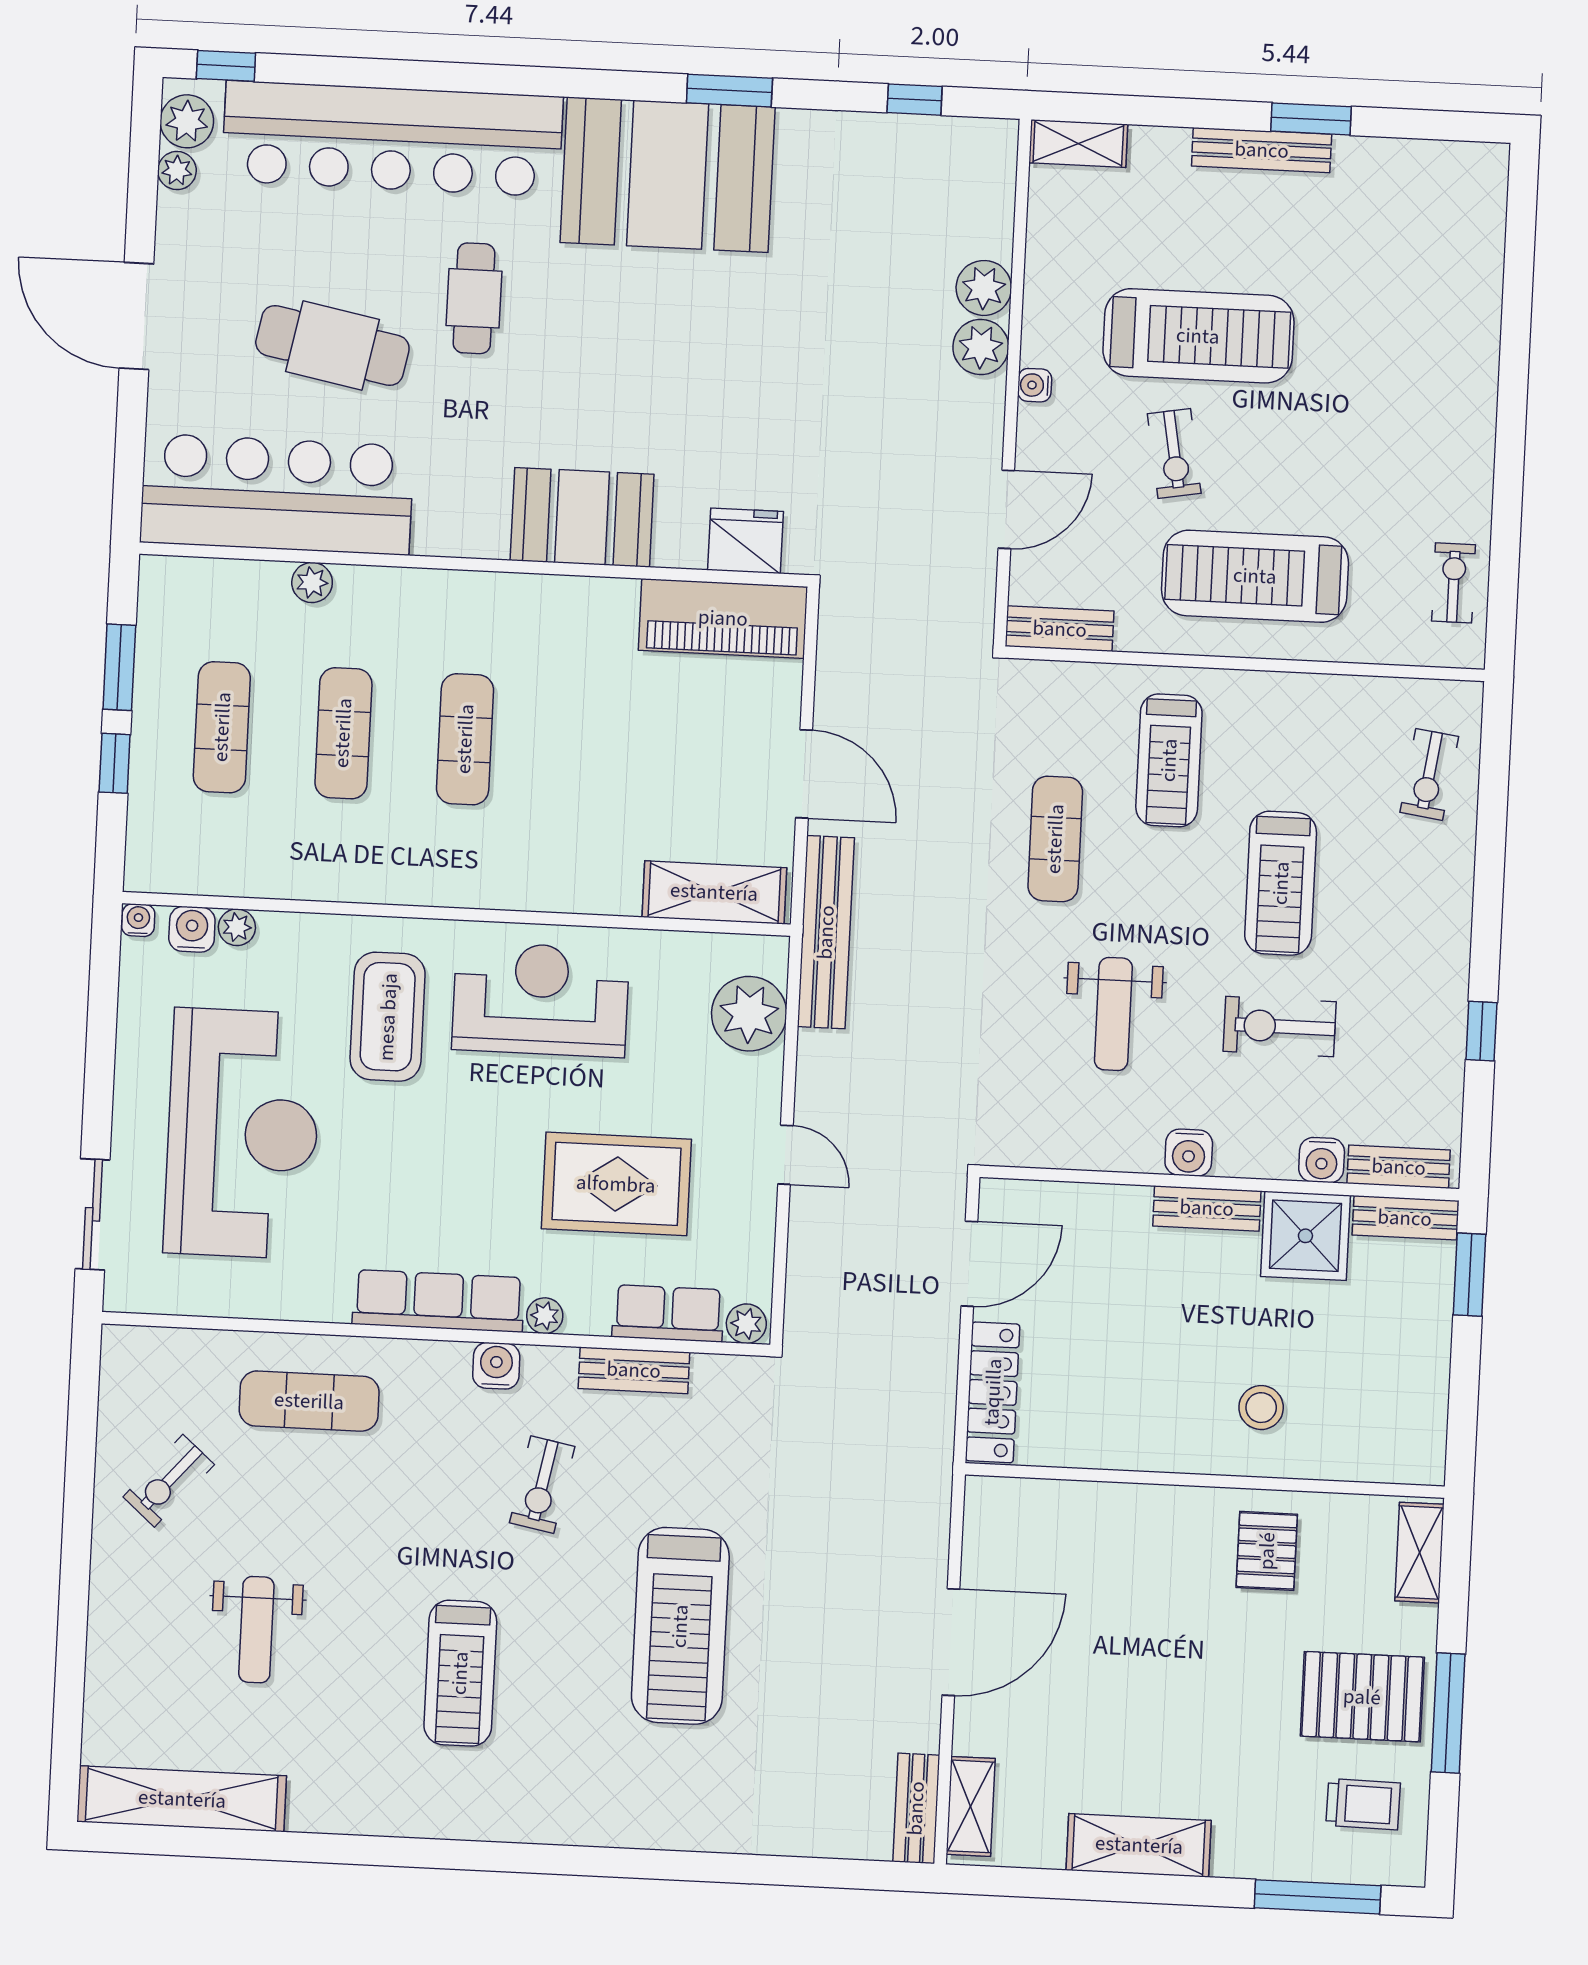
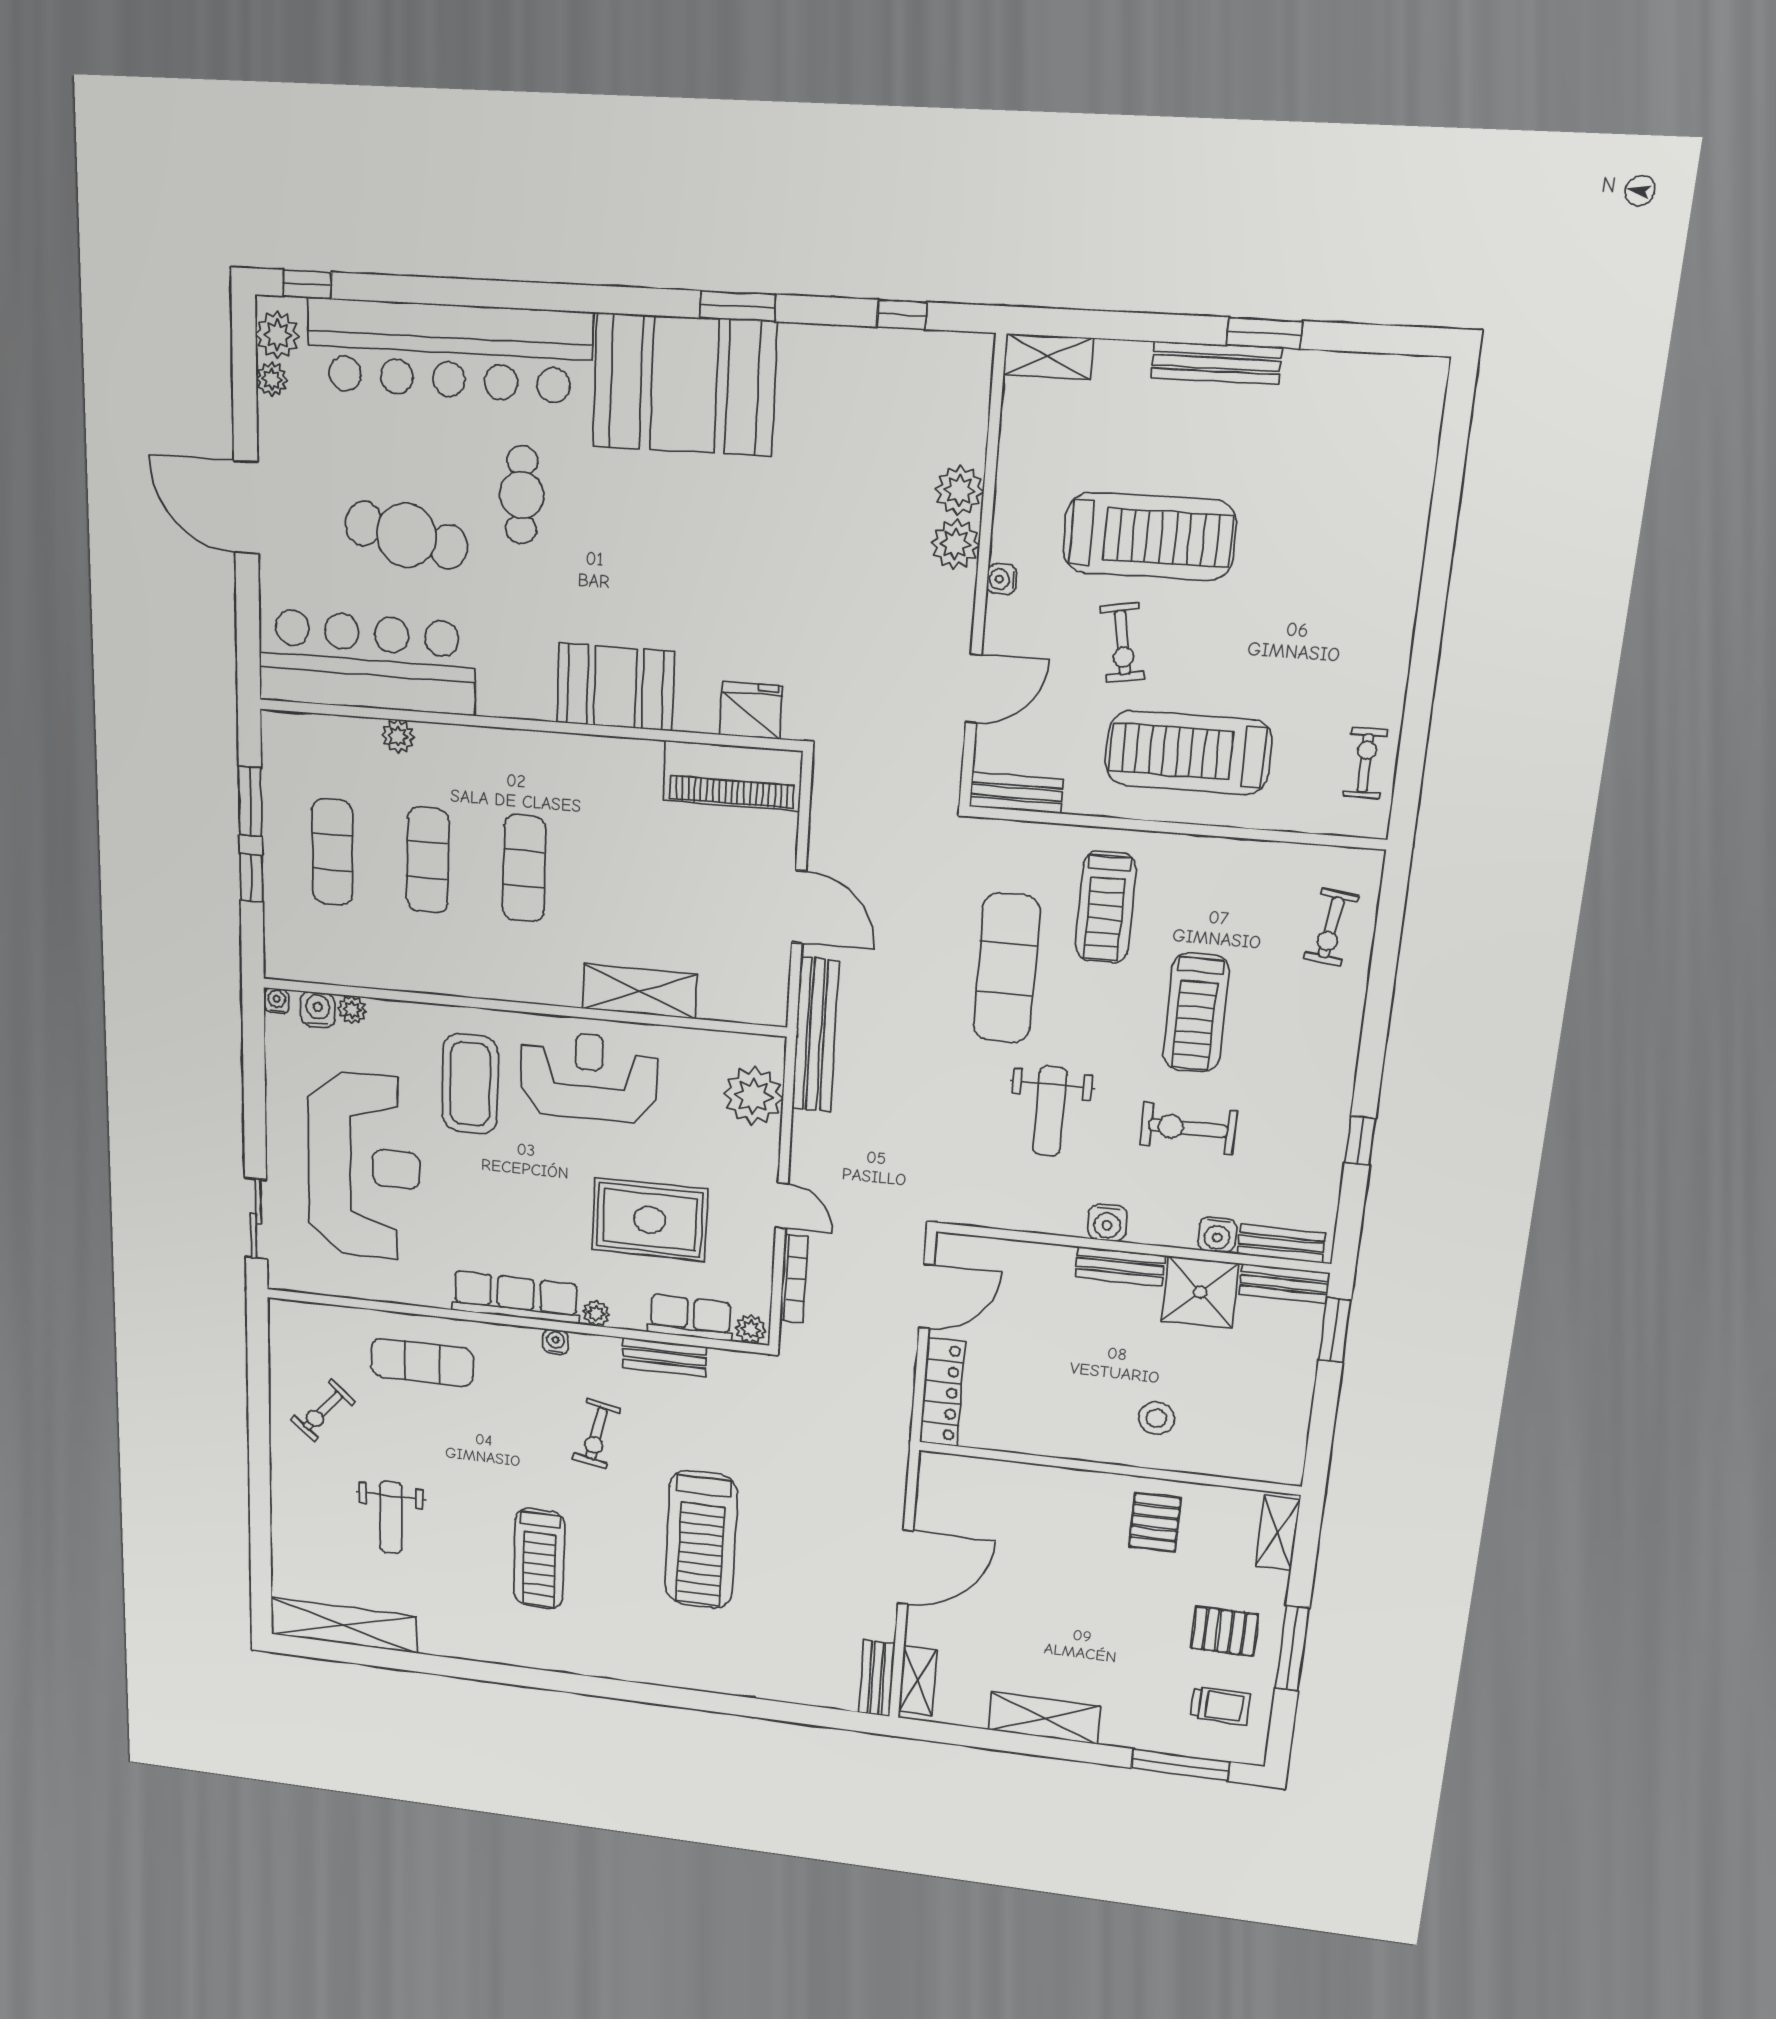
exercise mat: (1055, 839) -> (1006, 968), width x1.36, depth x1.45
shelving: (714, 892) -> (640, 991), moved
bookcase: (801, 1251) -> (794, 1279), added
water cooler: (496, 1366) -> (556, 1342), width x0.72, depth x0.72
pallet: (1362, 1697) -> (1225, 1631), width x0.67, depth x0.71

